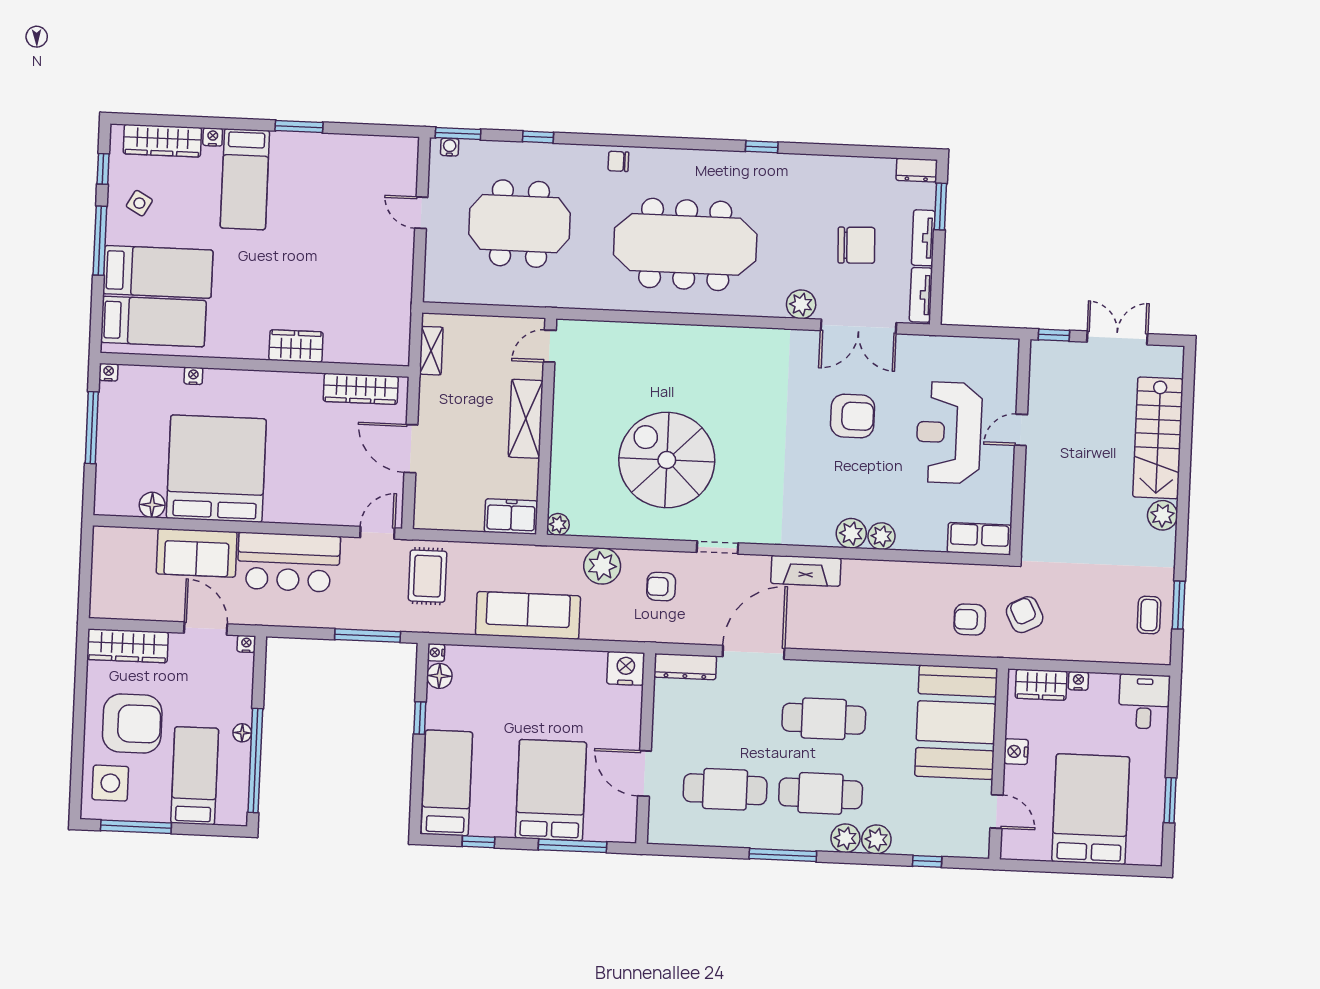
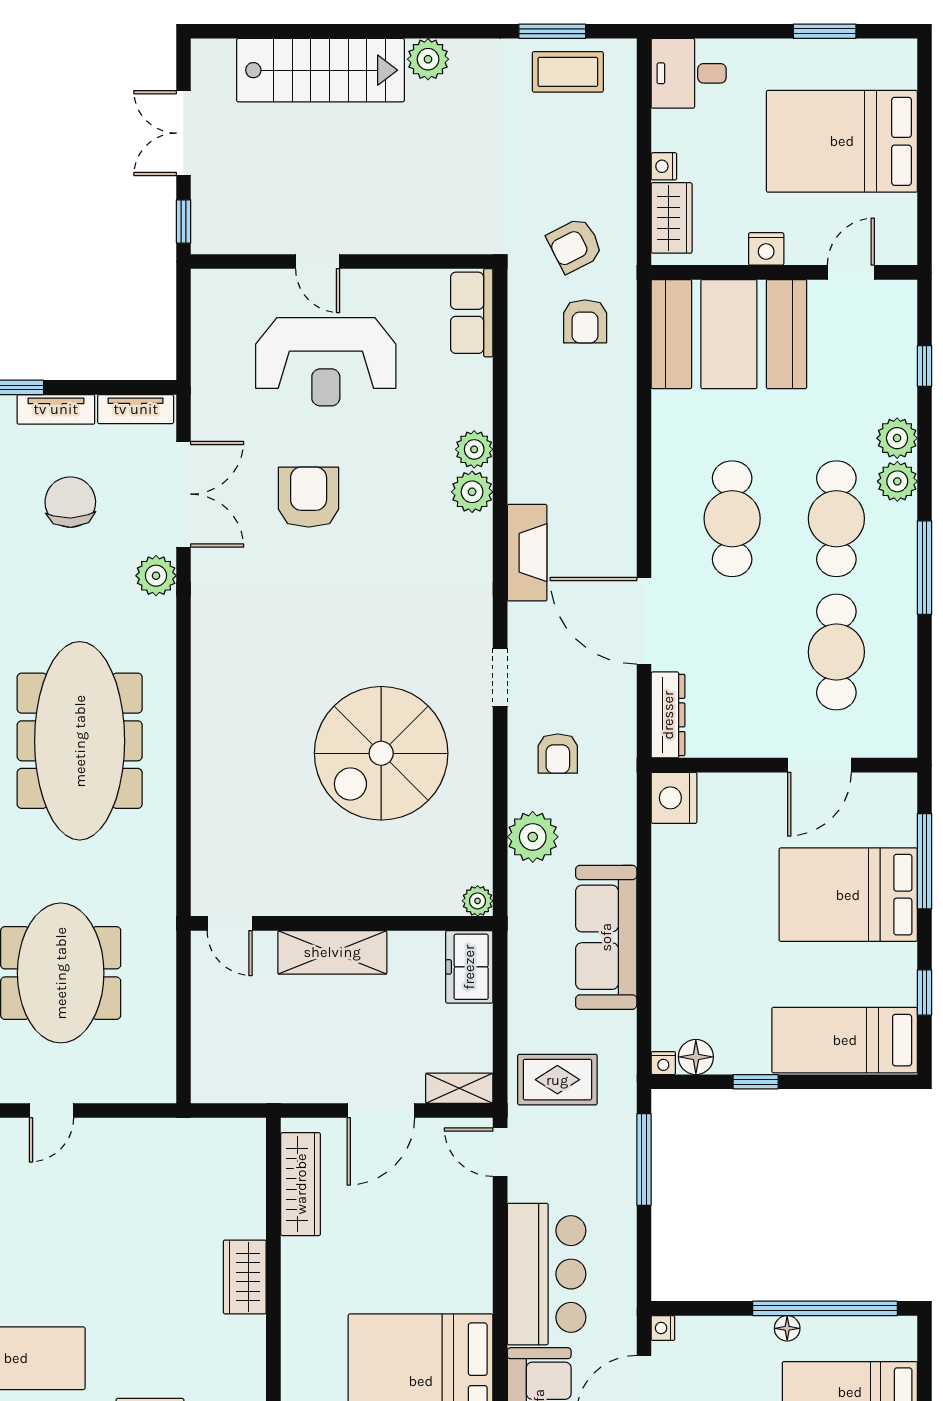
shelving: (431, 351) -> (459, 1088), moved
coffee table: (1149, 615) -> (568, 72), width x1.36, depth x1.30

